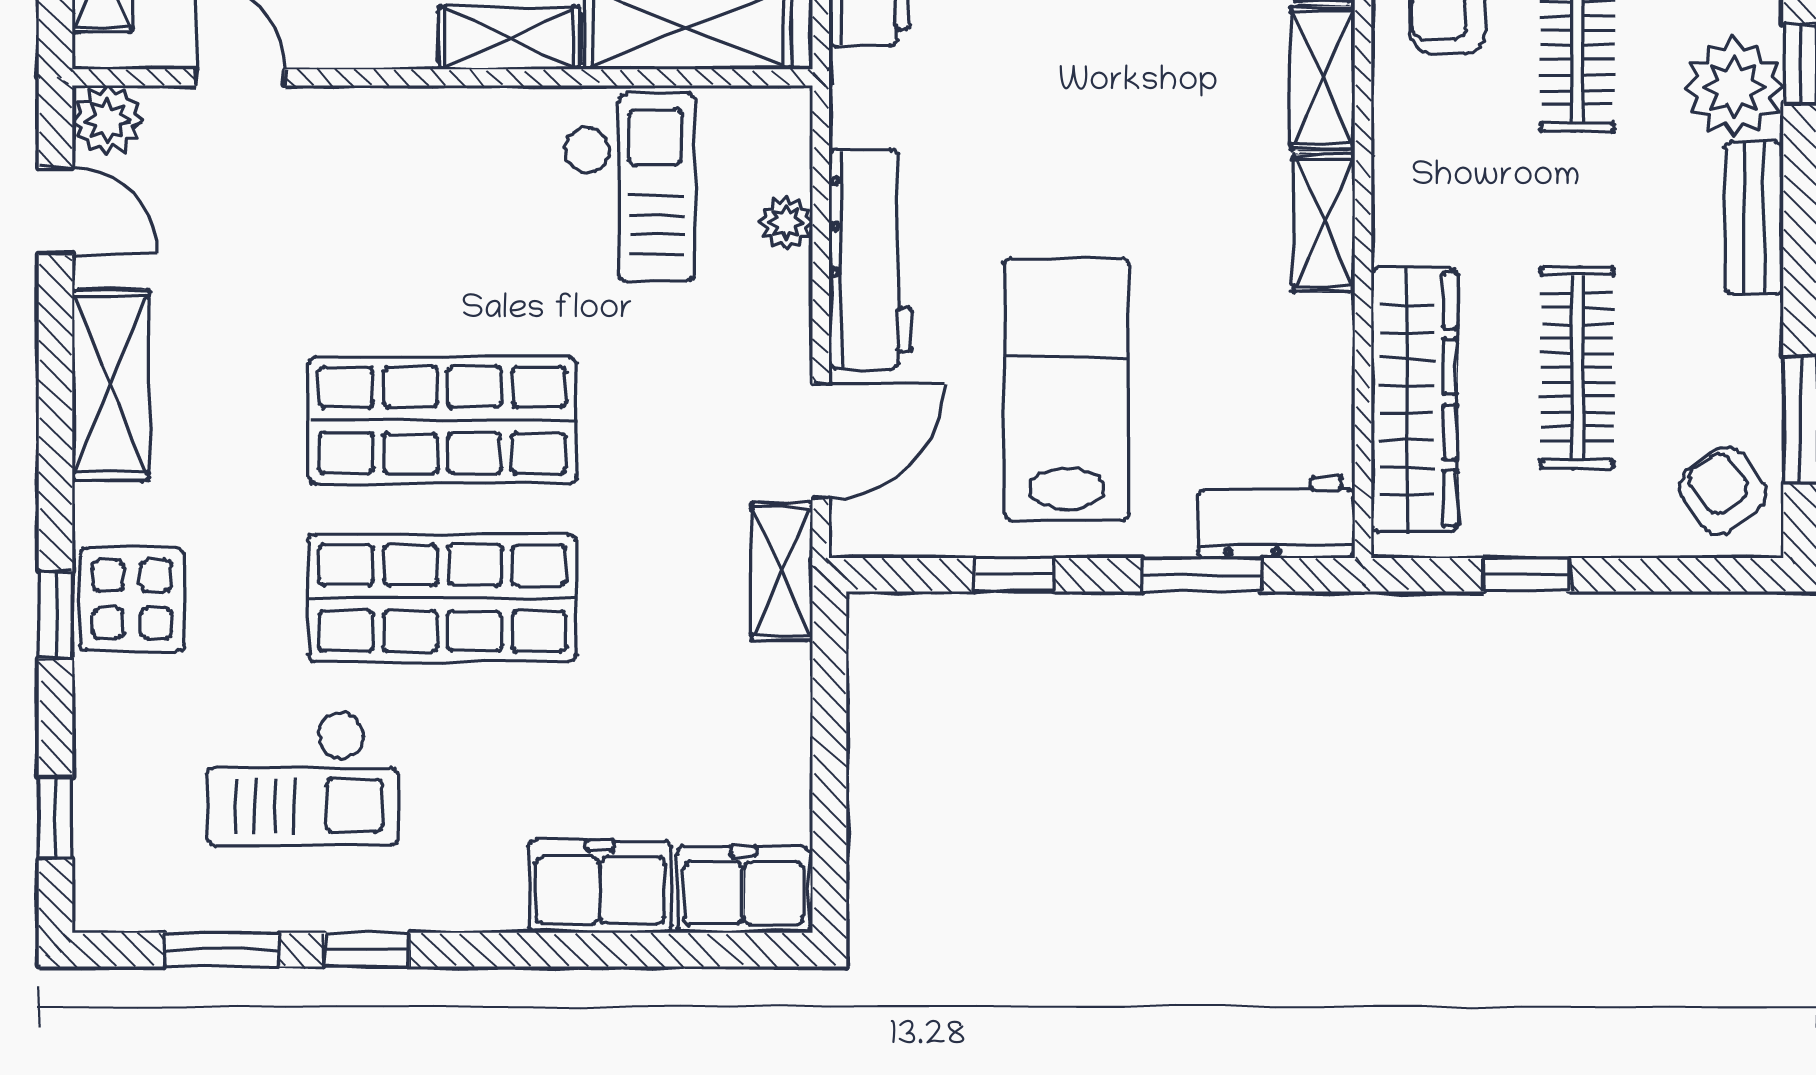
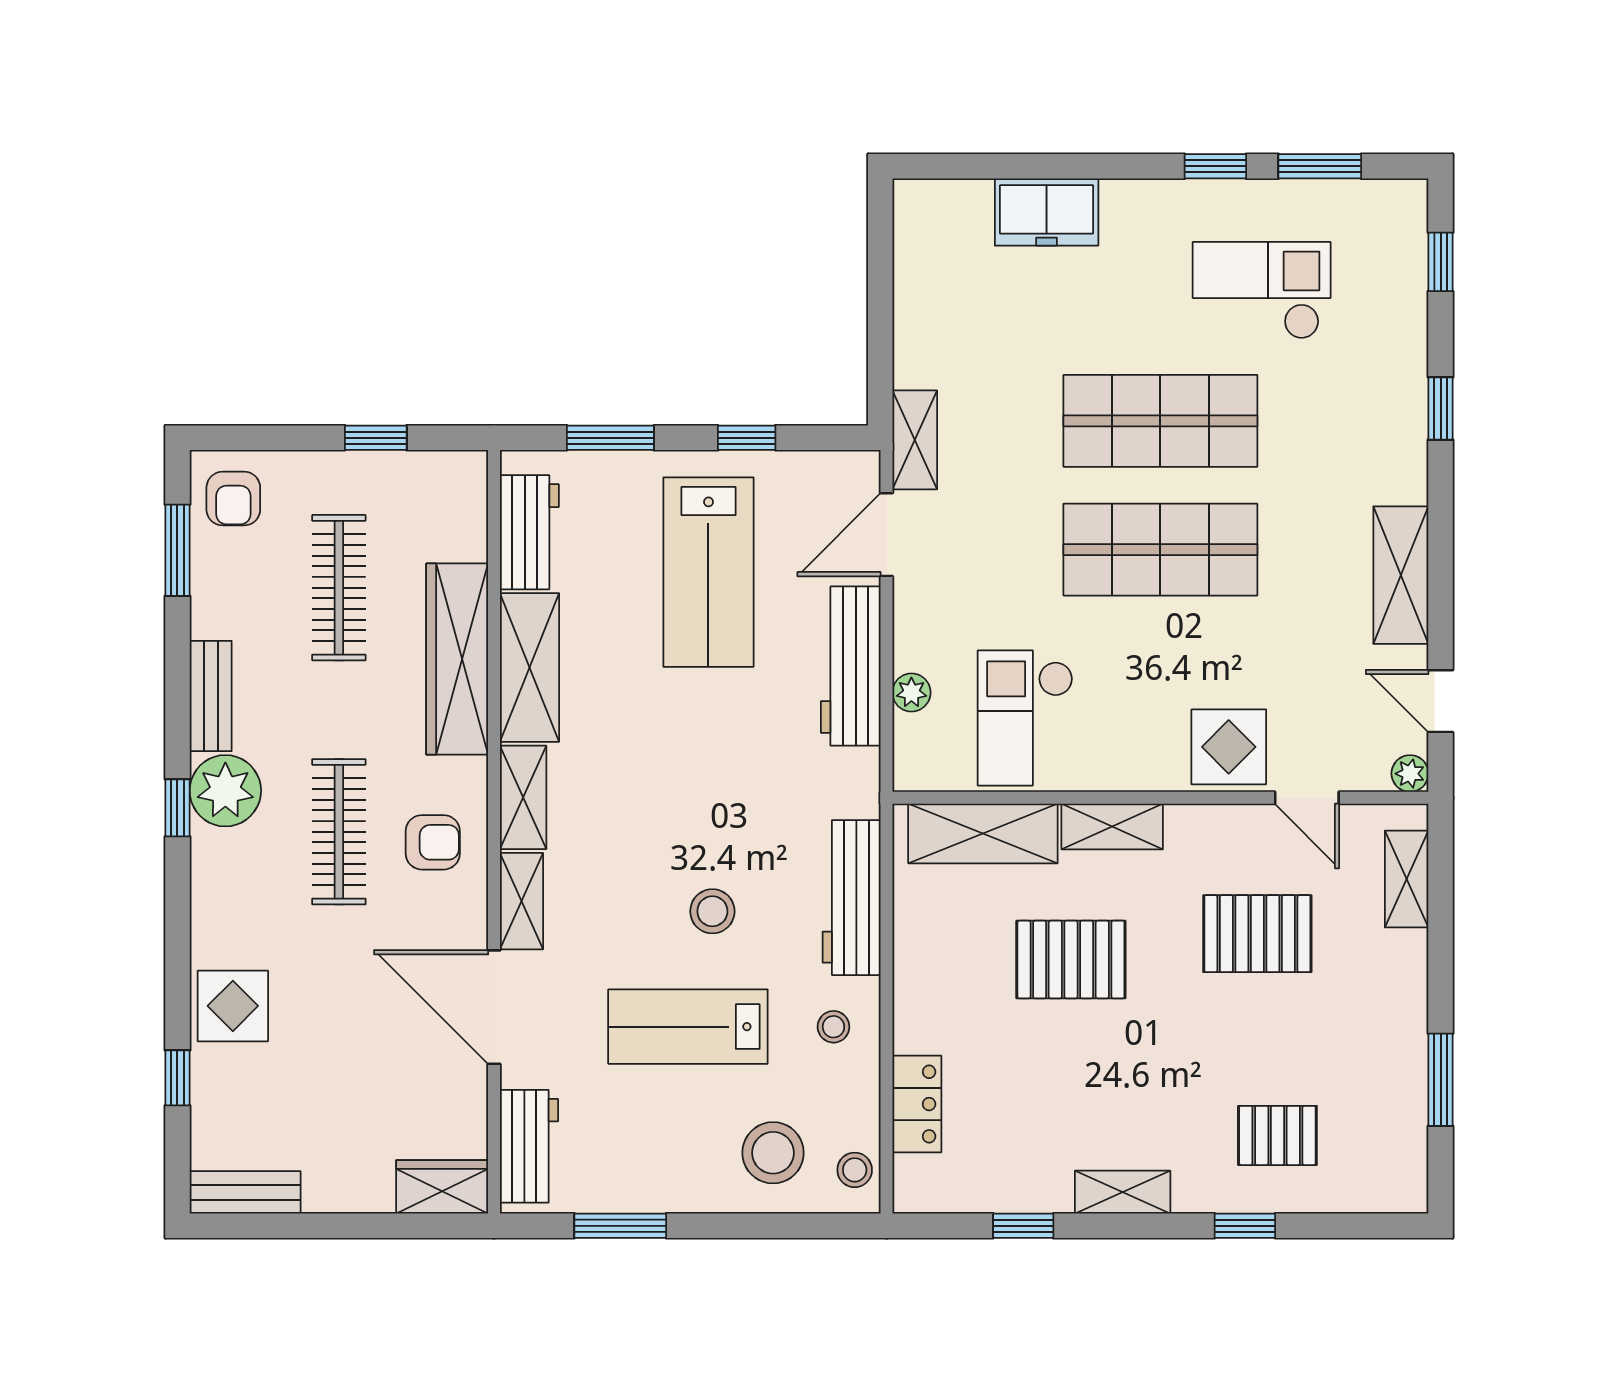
plant: (107, 120) -> (1410, 774), width x0.73, depth x0.73
shelving: (1324, 223) -> (530, 667), width x1.50, depth x1.33
wardrobe: (1414, 400) -> (457, 659), moved
armchair: (1723, 491) -> (233, 499), turned 36
workbench: (1276, 517) -> (529, 532), moved, turned -90
display table: (132, 599) -> (1229, 747), moved
freezer: (743, 890) -> (943, 210), removed

